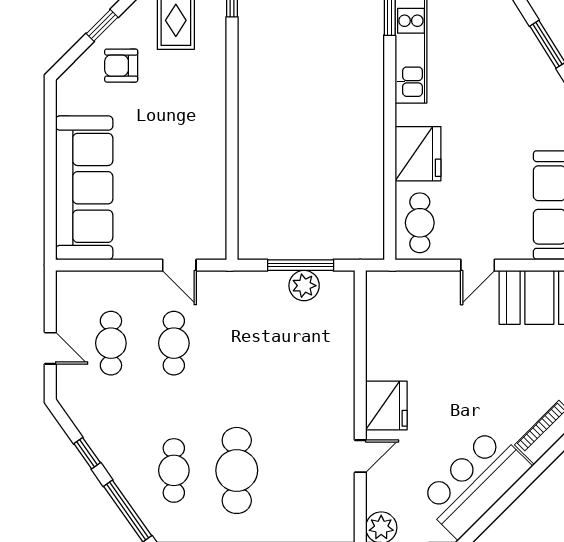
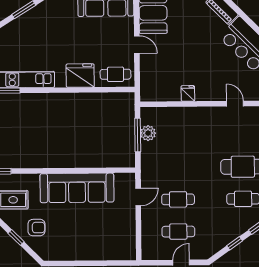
armchair: (121, 66) -> (36, 228), turned -90
sofa: (84, 188) -> (77, 188), moved, turned 180
fridge: (386, 406) -> (188, 93), moved, width x0.53, depth x0.75

